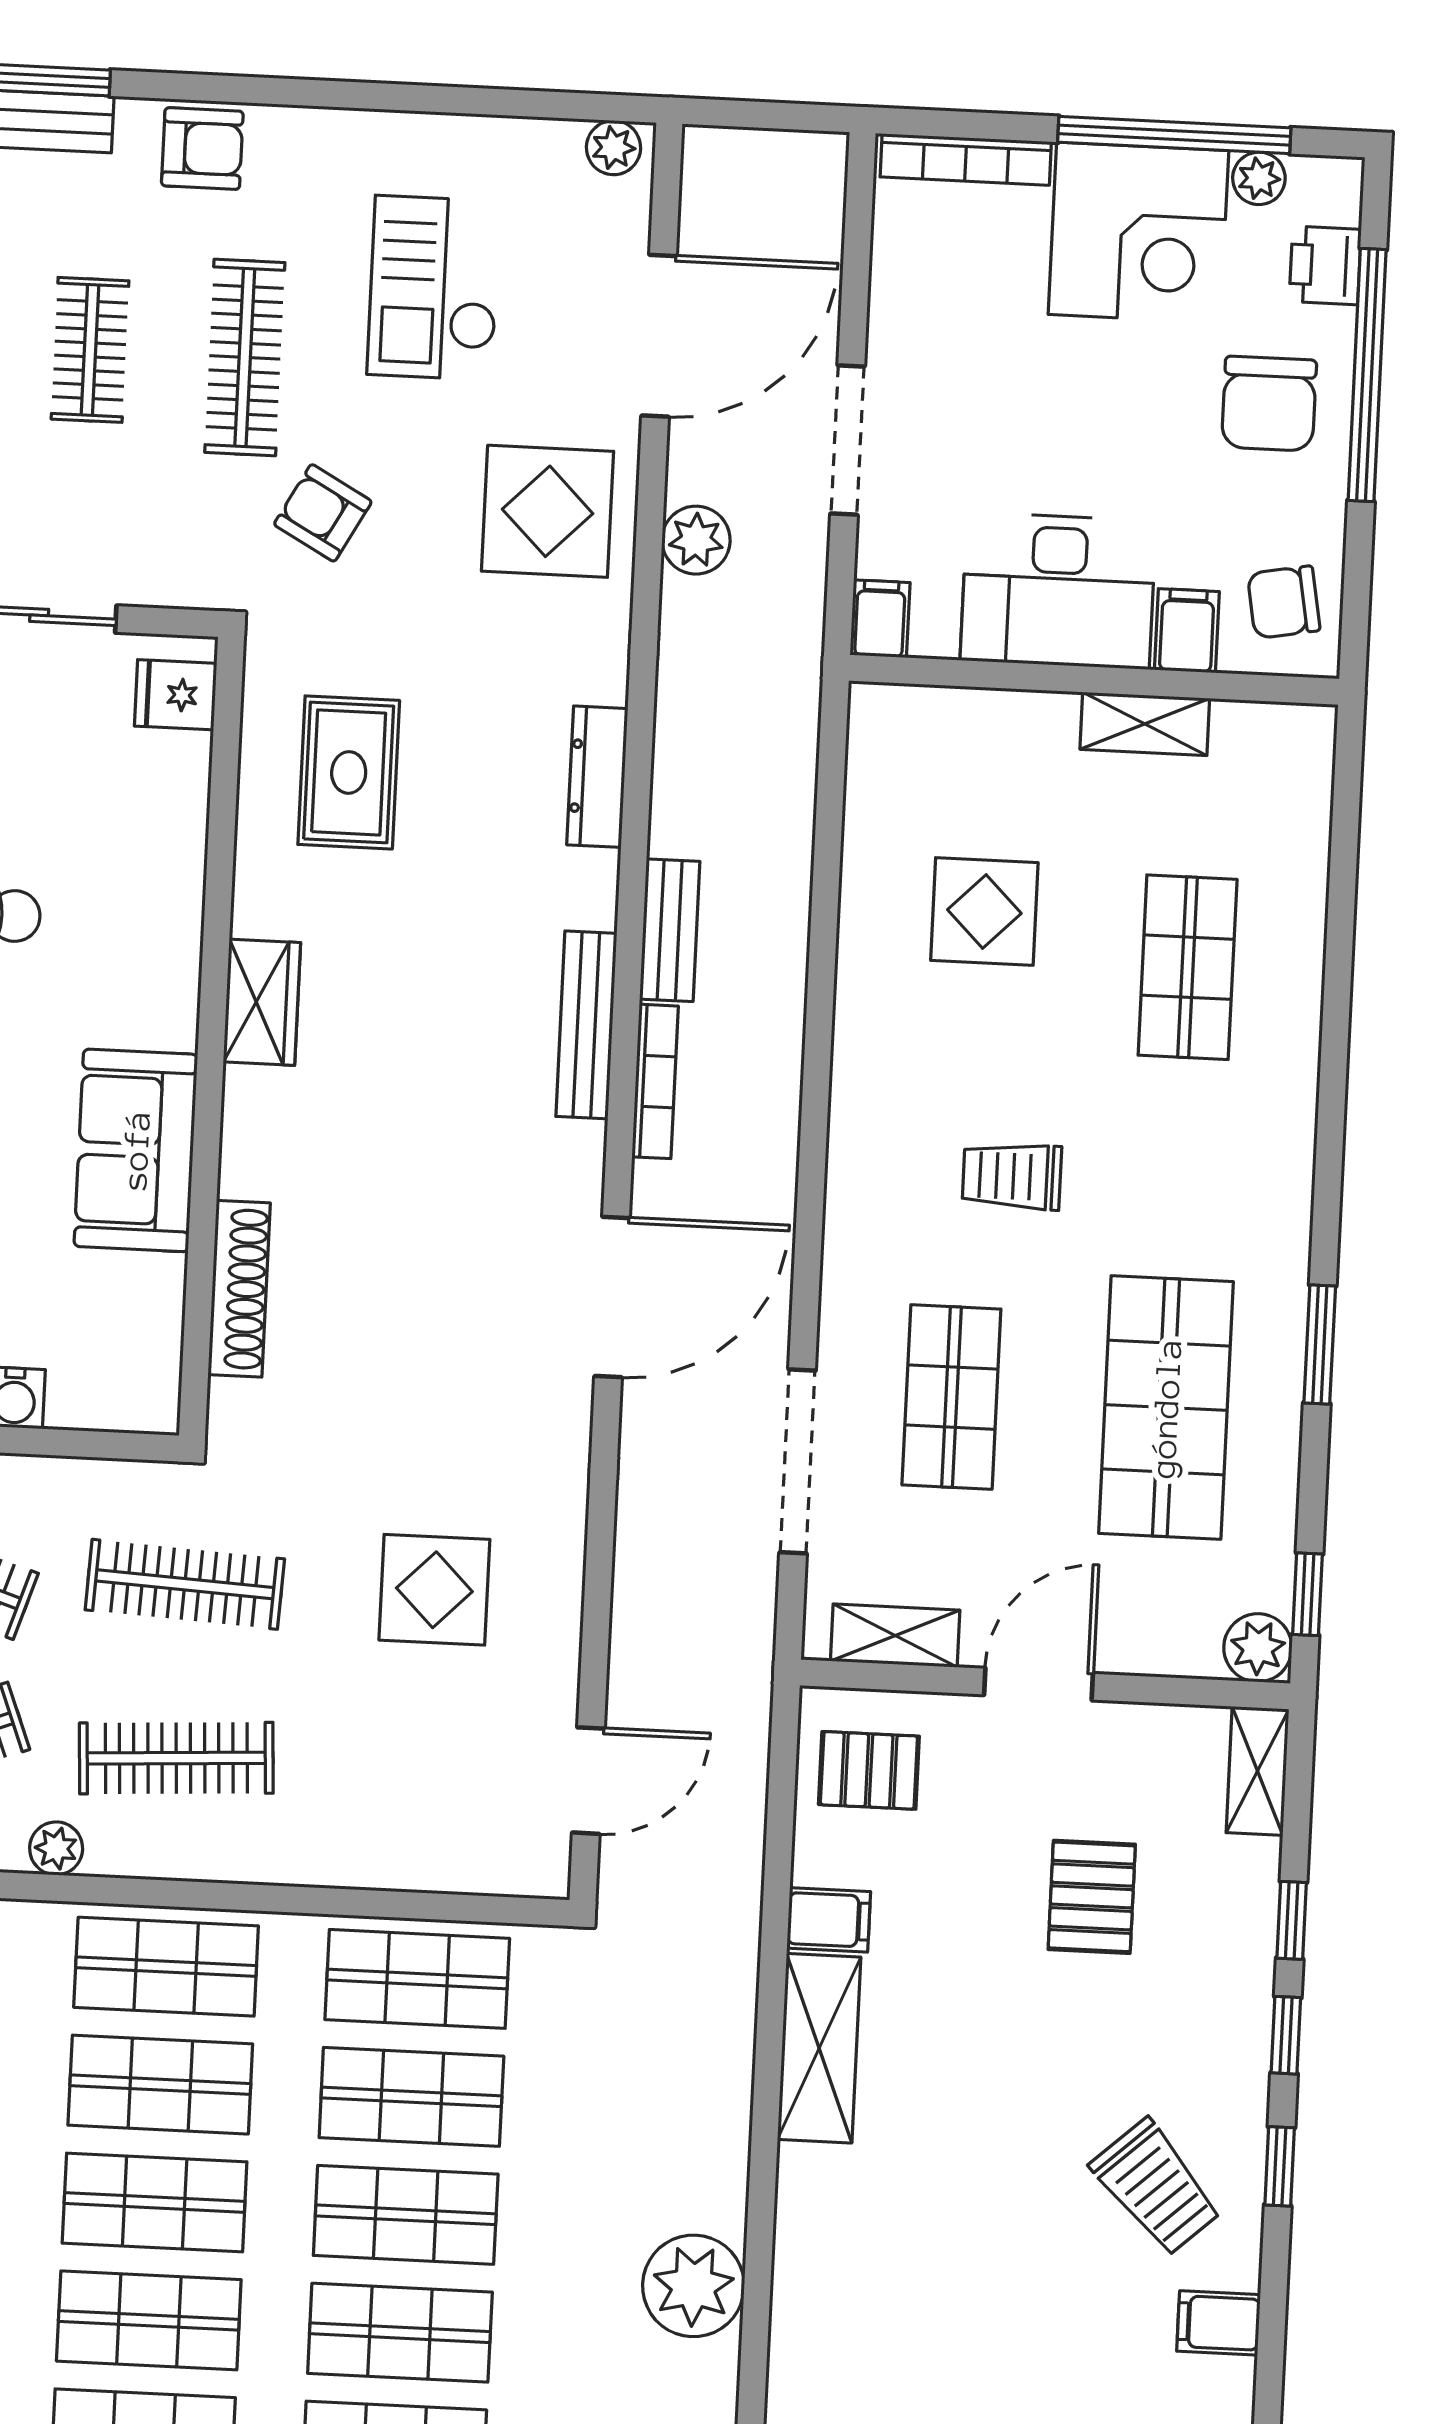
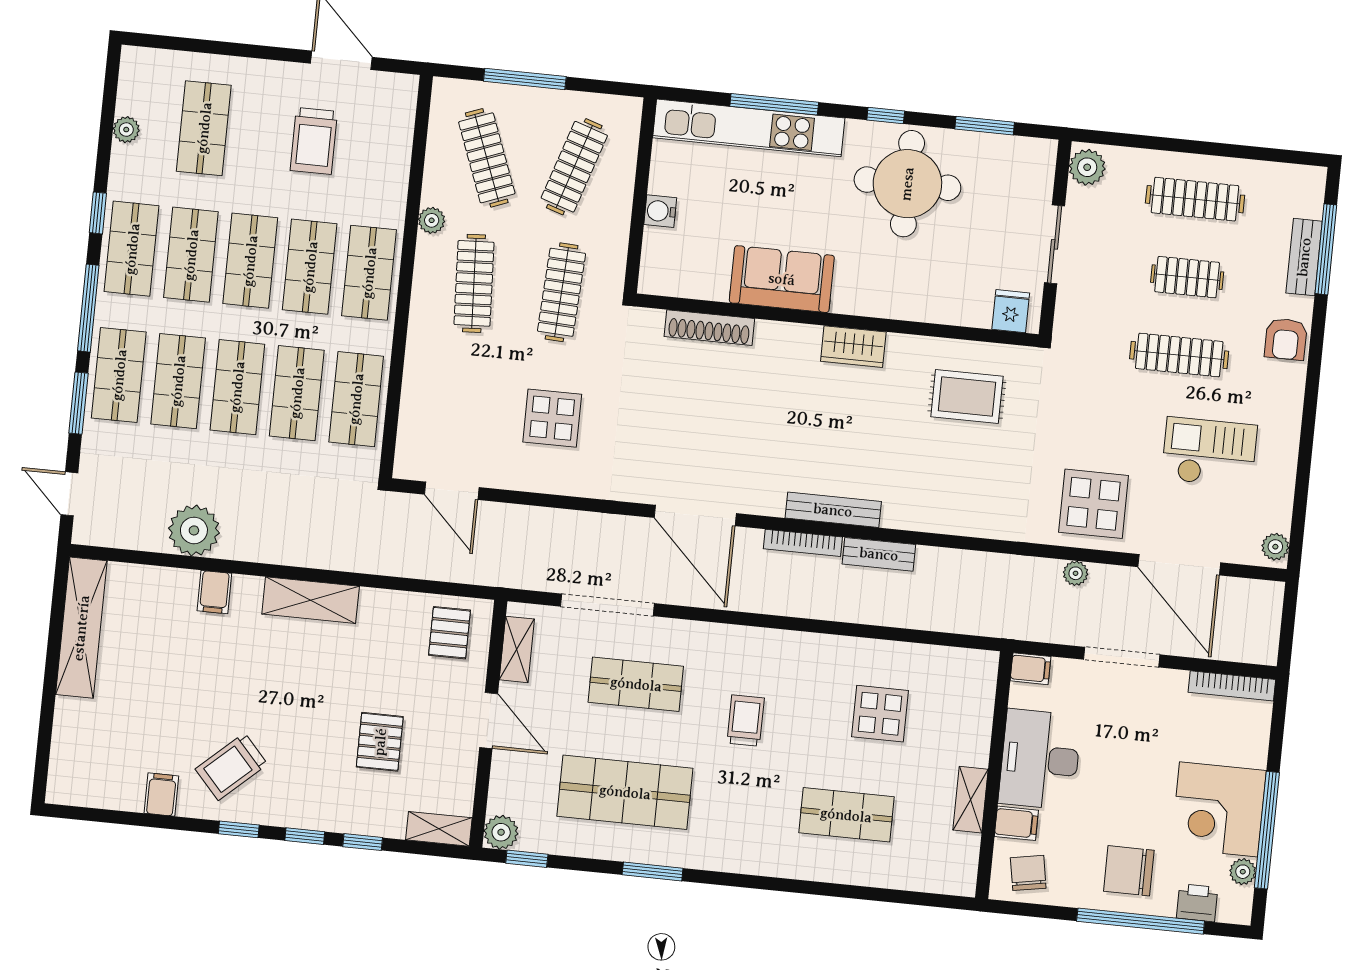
bookcase: (966, 159) -> (1232, 686), moved, turned -90
armchair: (323, 513) -> (1099, 390), removed
plant: (696, 540) -> (1076, 573), width x0.73, depth x0.73
dresser: (597, 777) -> (958, 522), removed
pallet: (1092, 1897) -> (380, 742), turned 90
filing cabinet: (829, 1920) -> (214, 592), moved

